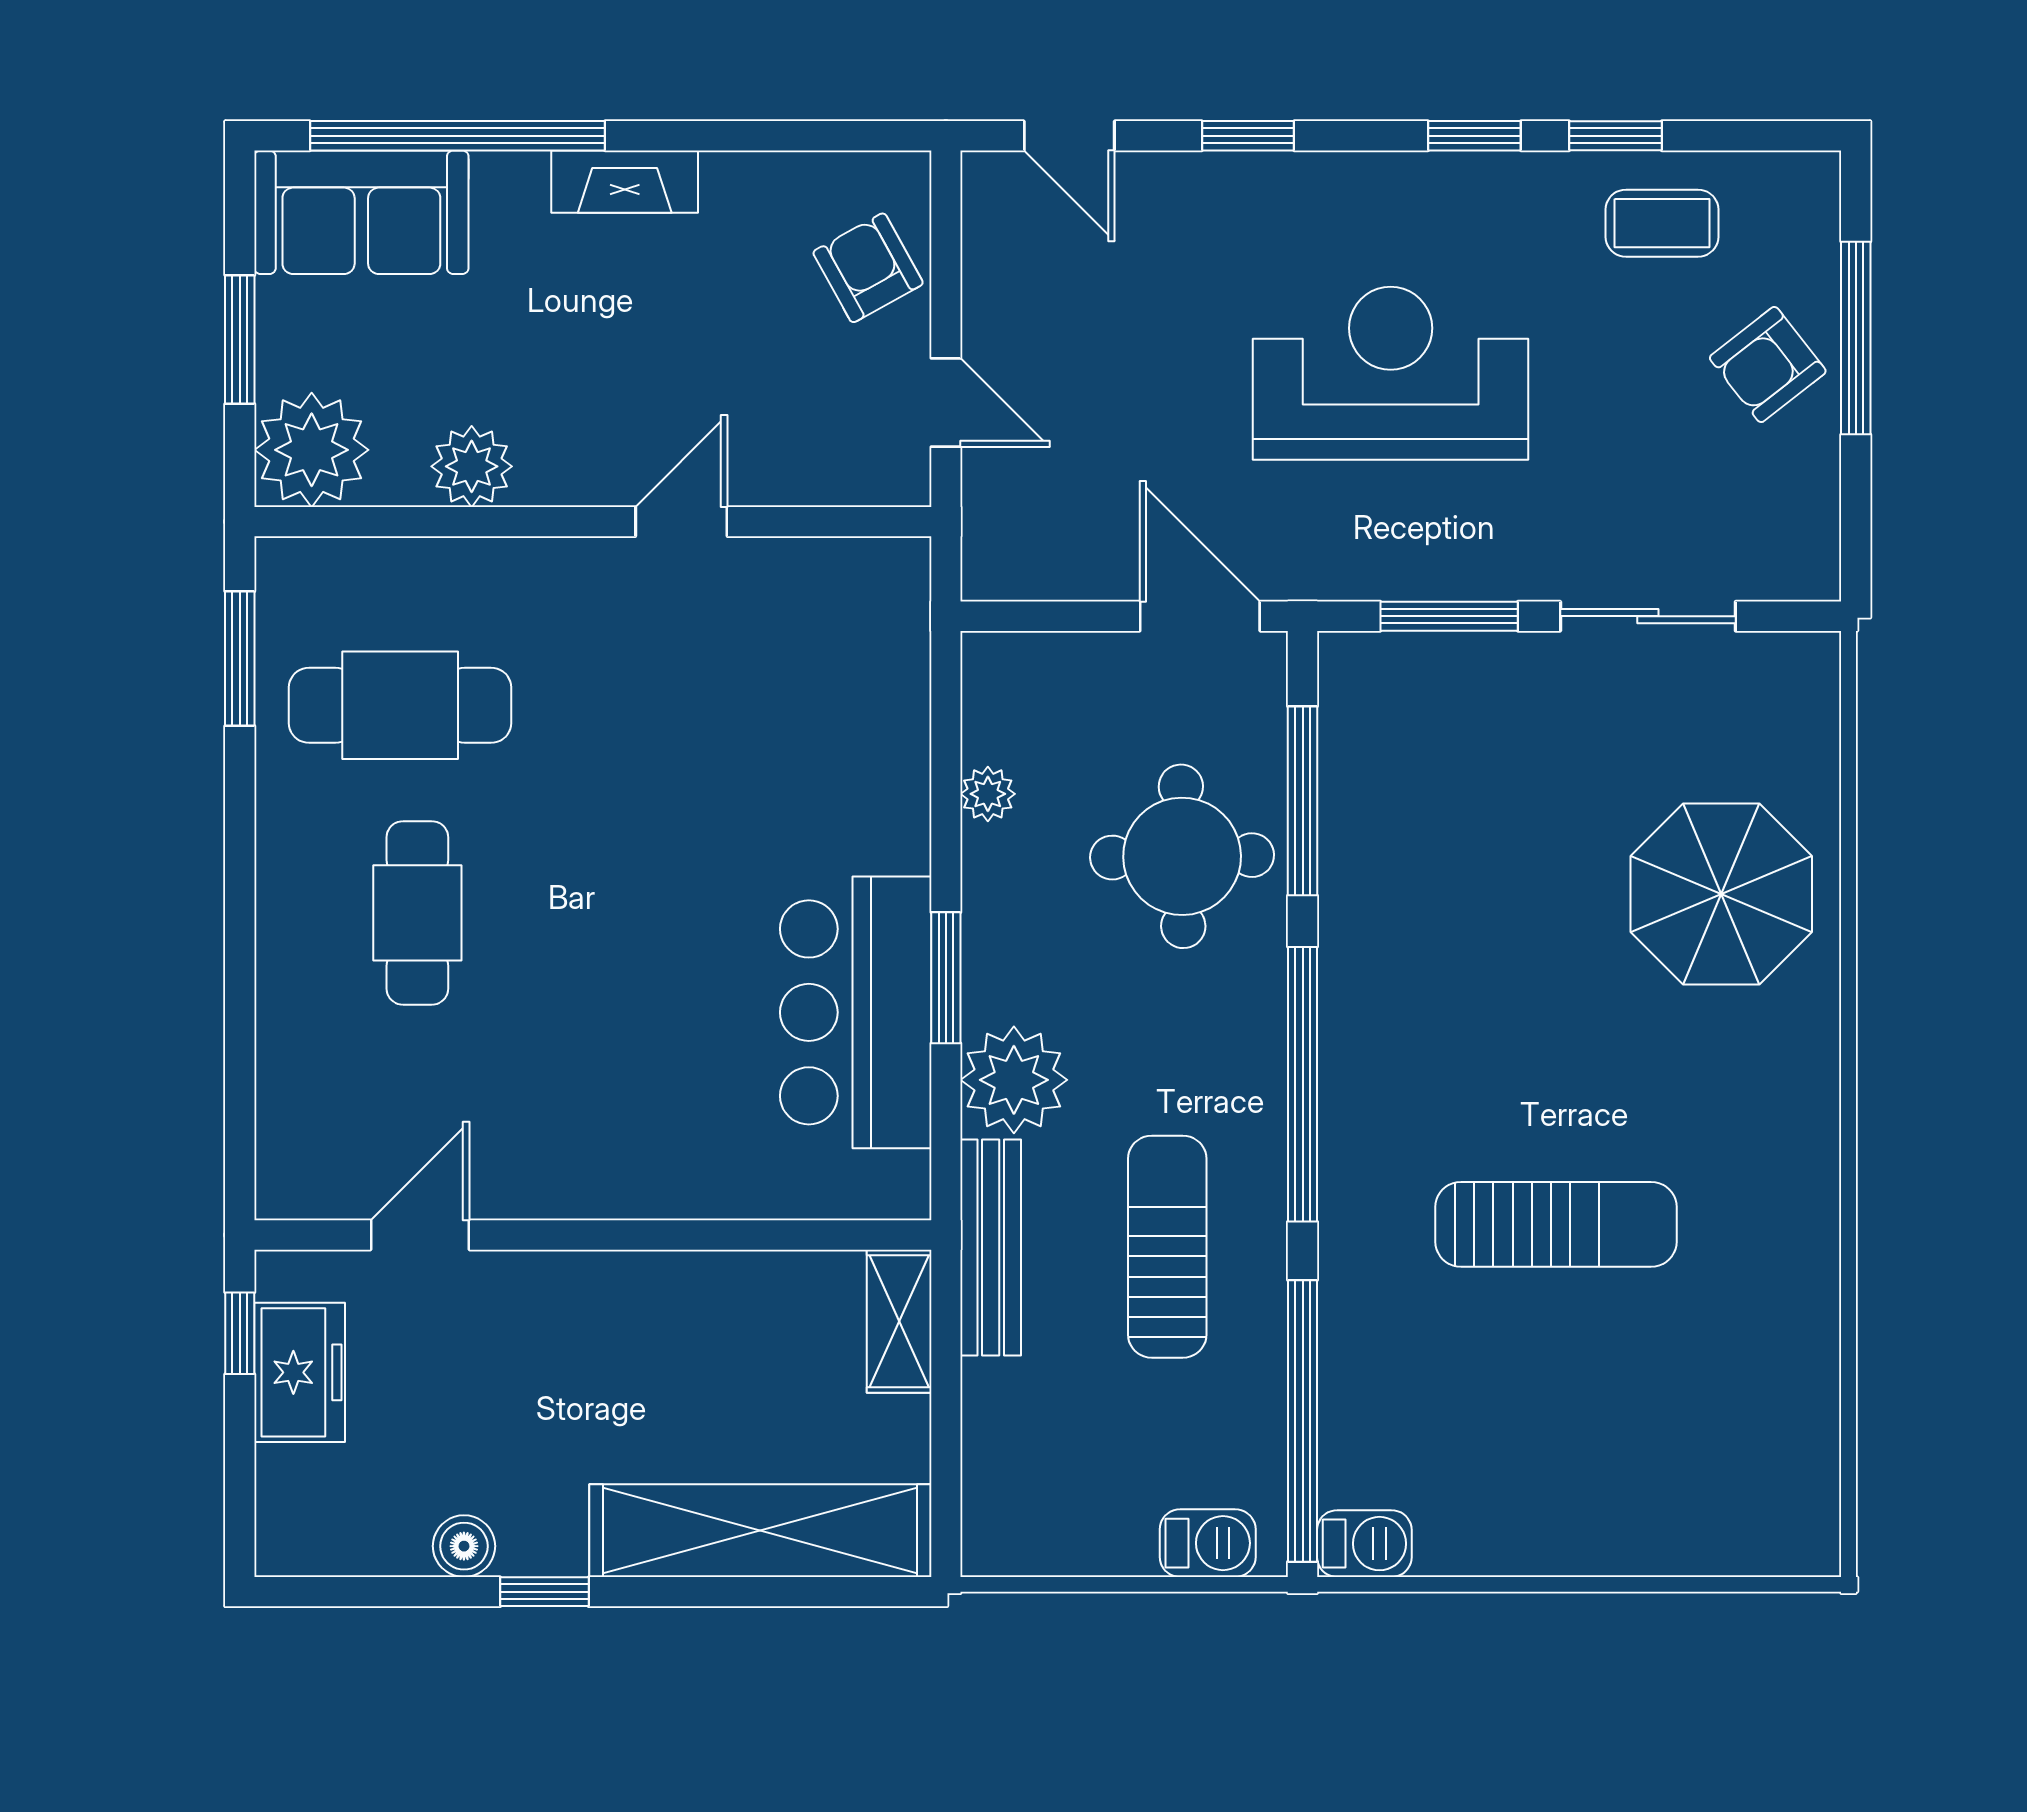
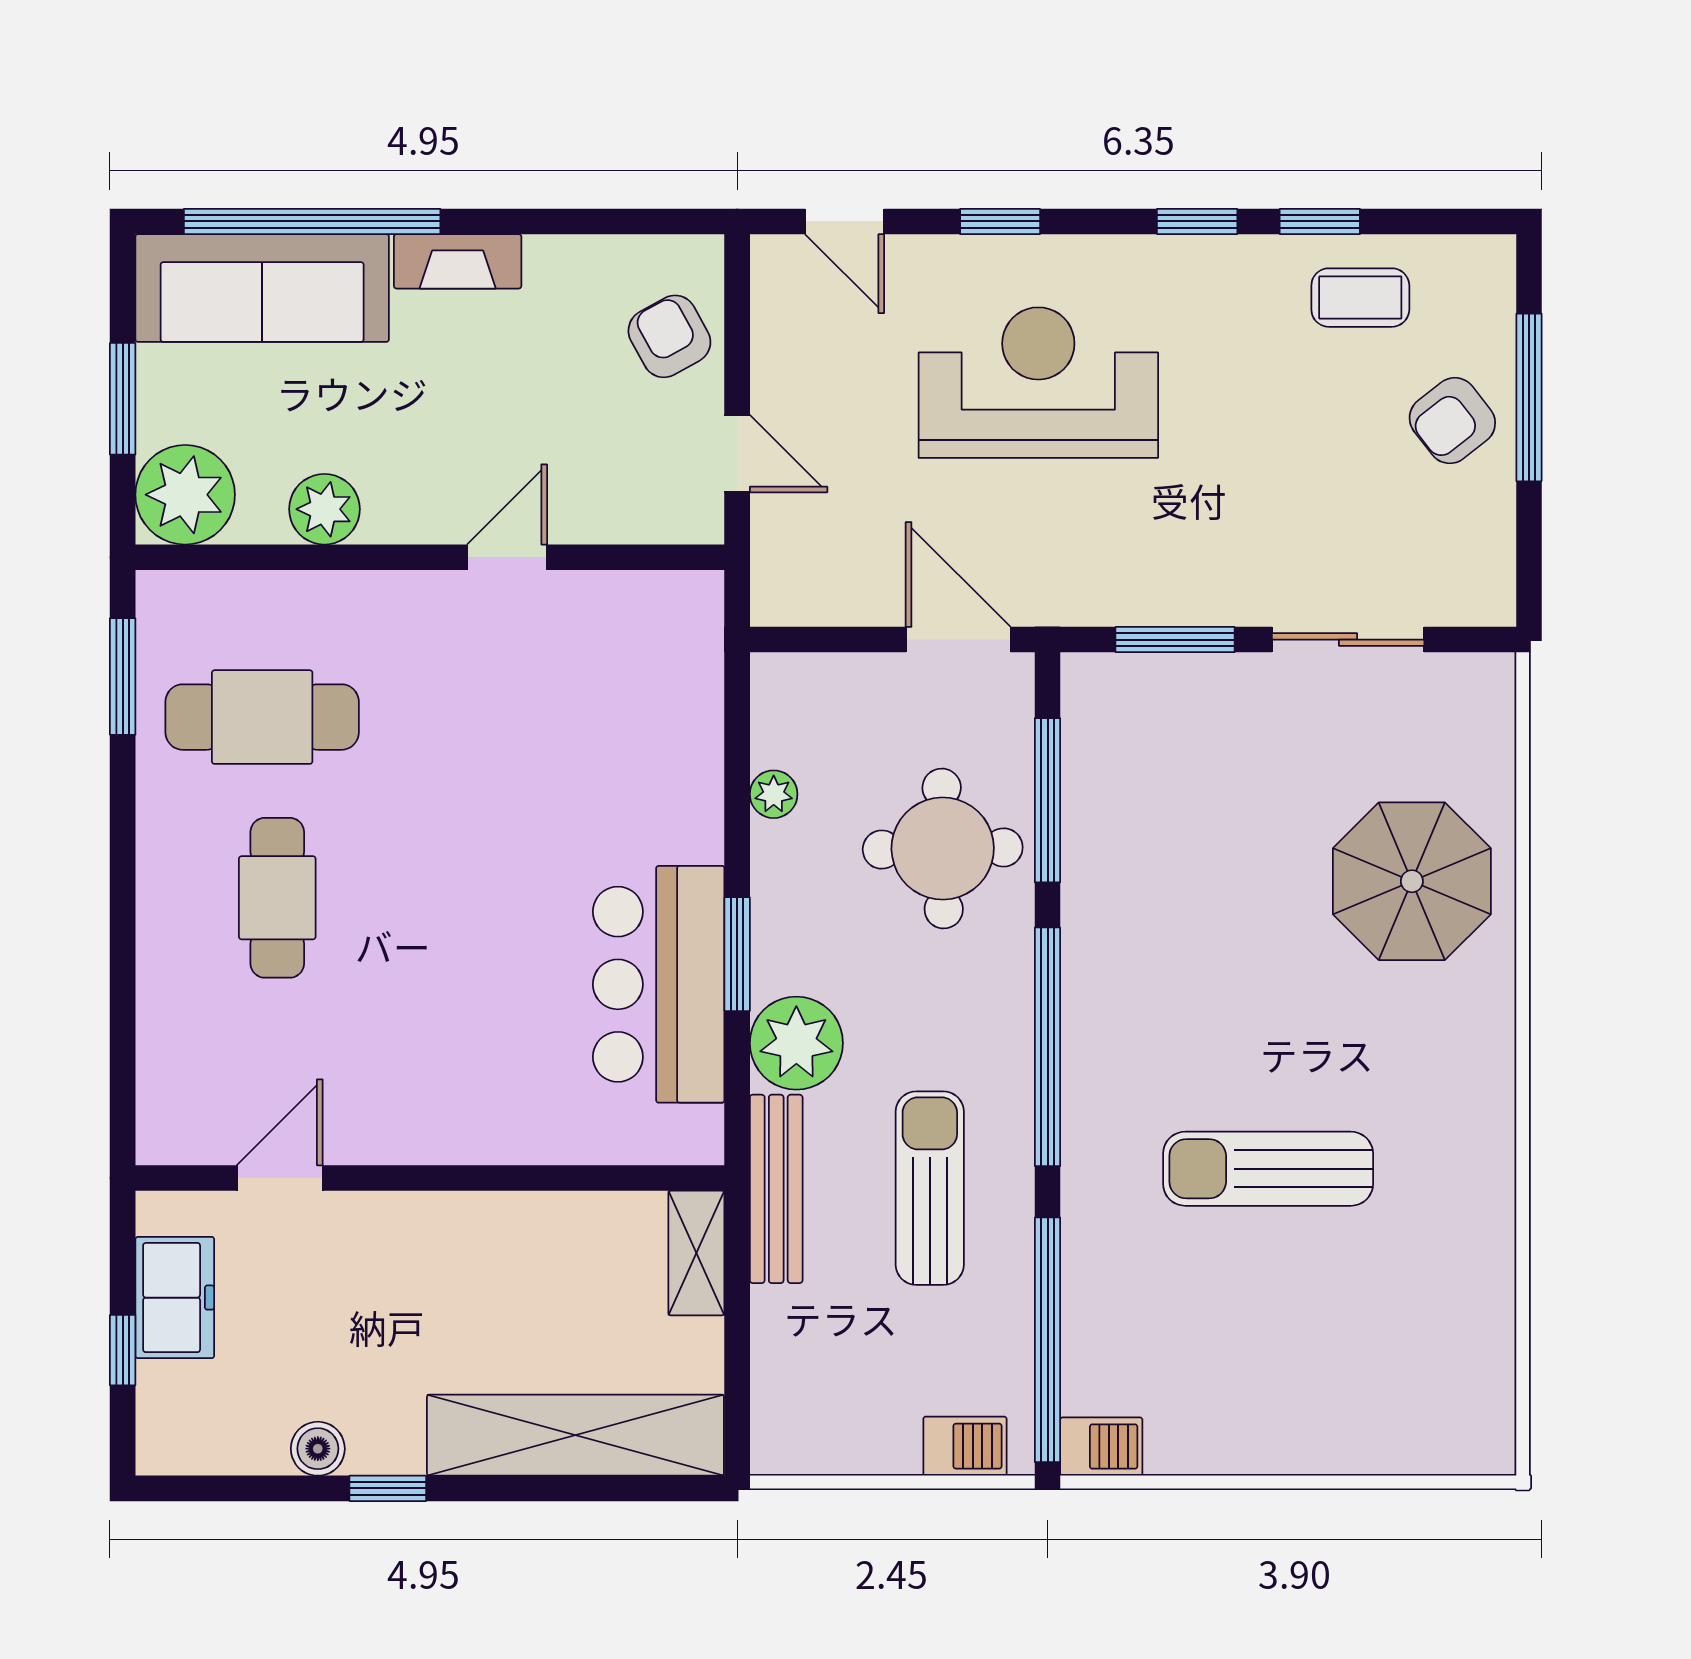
sofa: (361, 212) -> (262, 288), width x1.36
reception desk: (1391, 373) -> (1038, 383), moved
sun lounger: (1556, 1224) -> (1268, 1169), turned 180
window: (240, 1333) -> (123, 1350), moved

